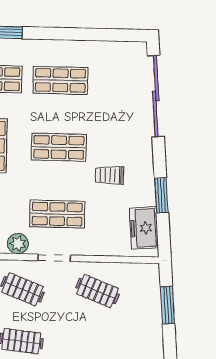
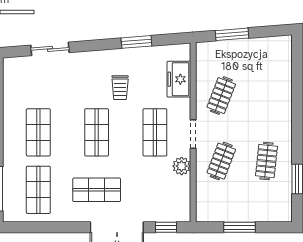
sliding door: (156, 96) -> (50, 49), width x0.54
freezer: (144, 228) -> (179, 79), moved, turned 95

